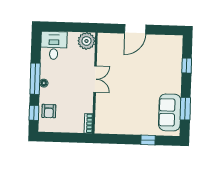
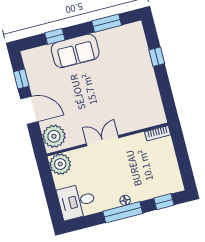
window: (161, 30) -> (21, 79), added
plant: (109, 42) -> (54, 136), added
armchair: (49, 111) -> (157, 185), removed
sofa: (170, 112) -> (75, 51), moved

